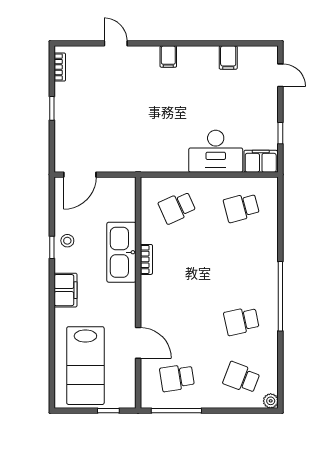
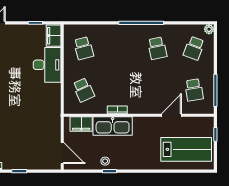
filing cabinet: (65, 290) -> (81, 124), moved, turned 180

